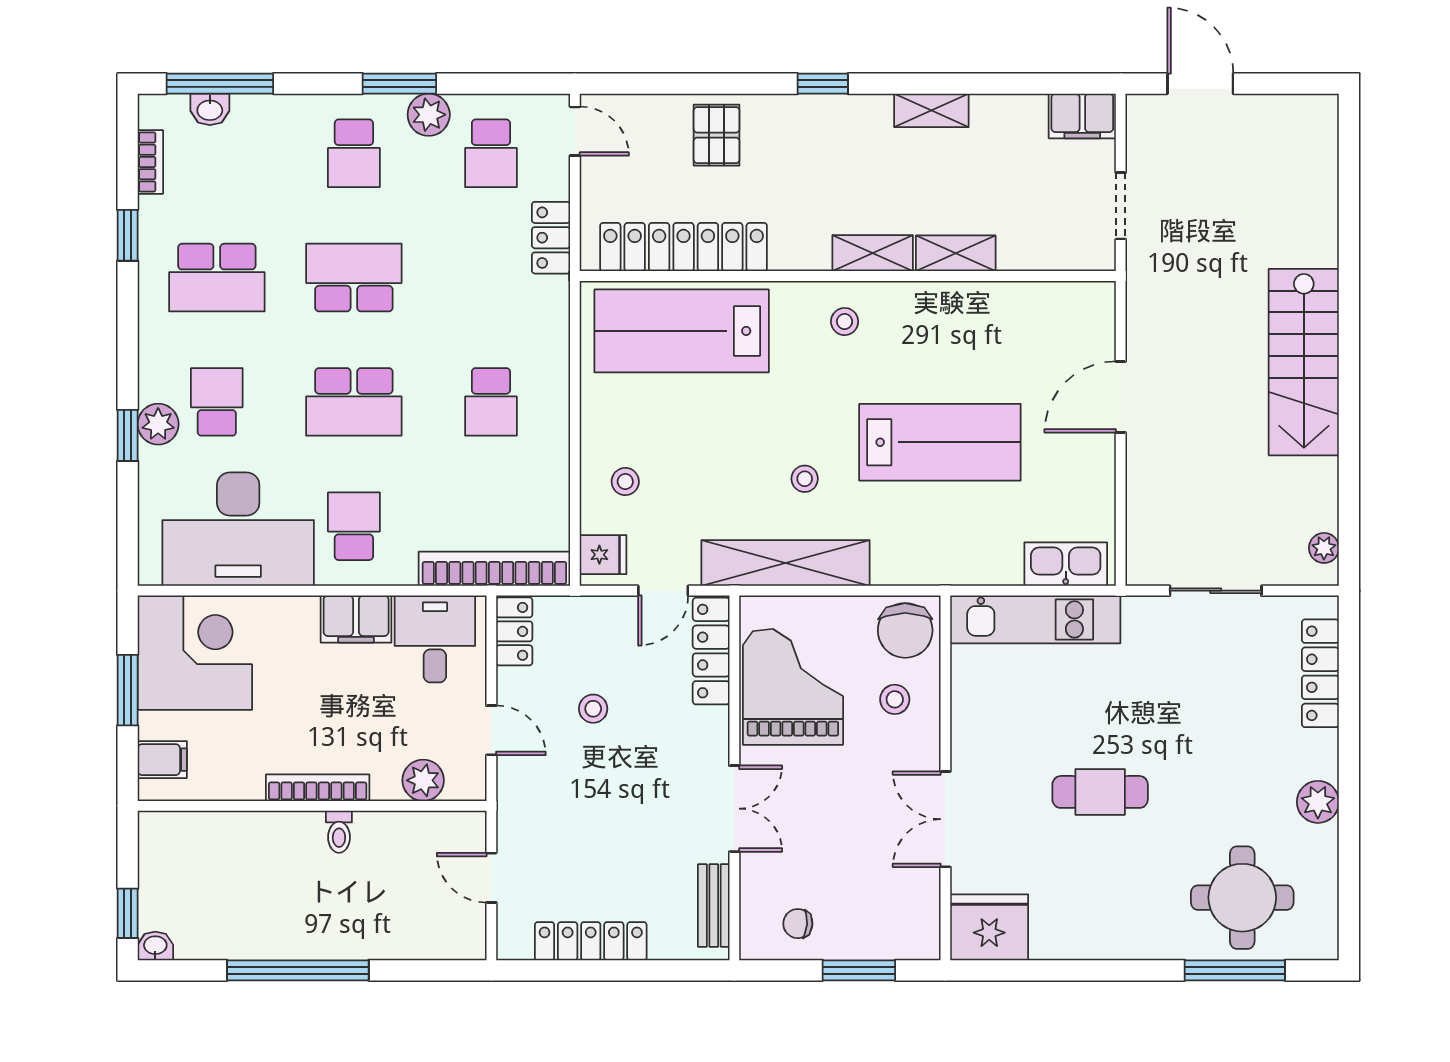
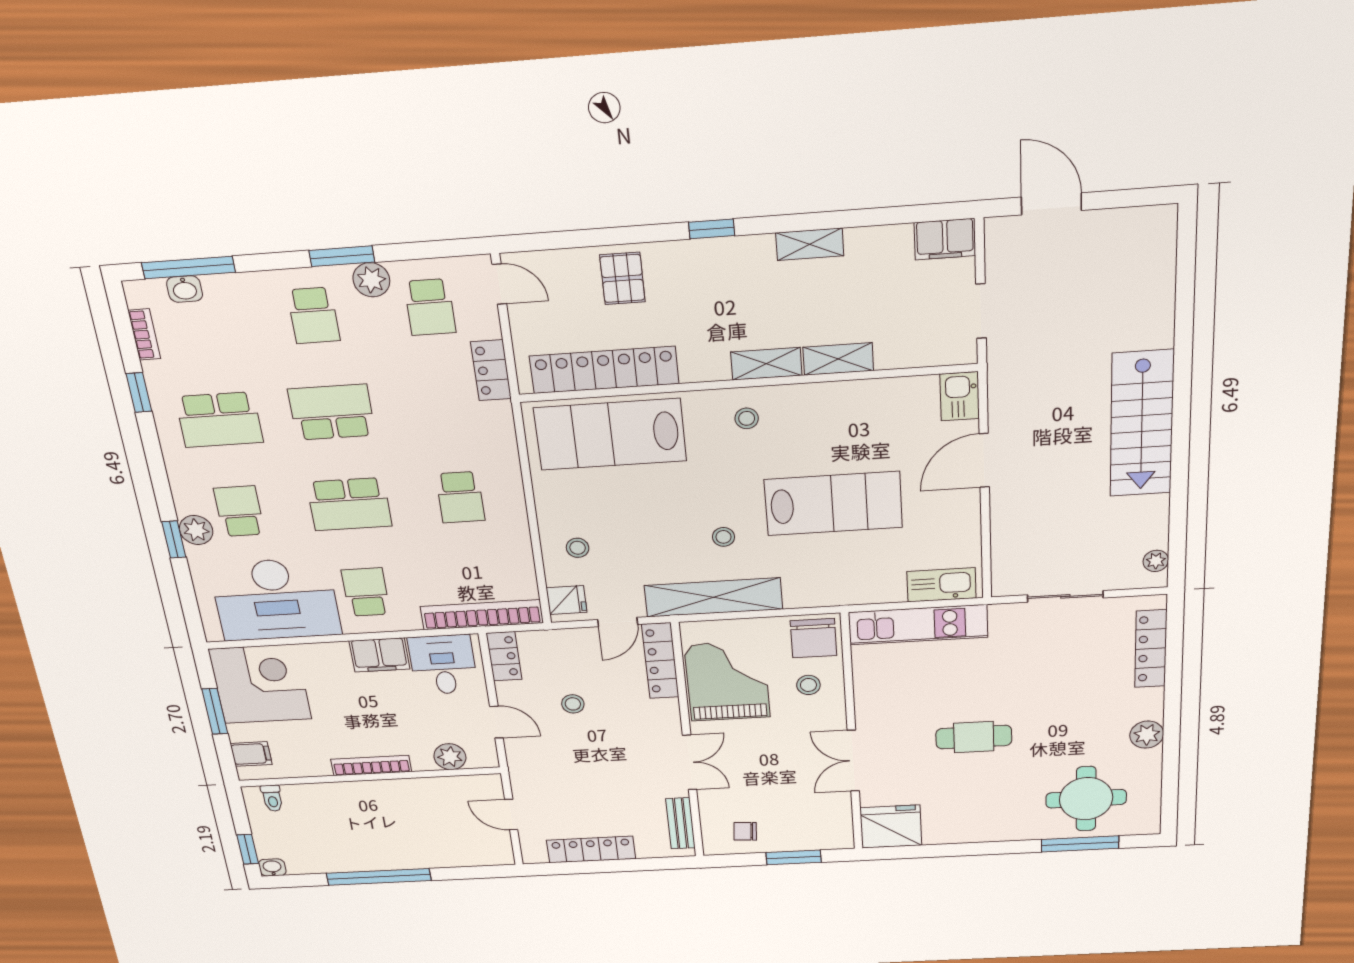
kitchen sink: (1094, 311) -> (960, 396), added
toilet: (339, 832) -> (272, 798), moved

